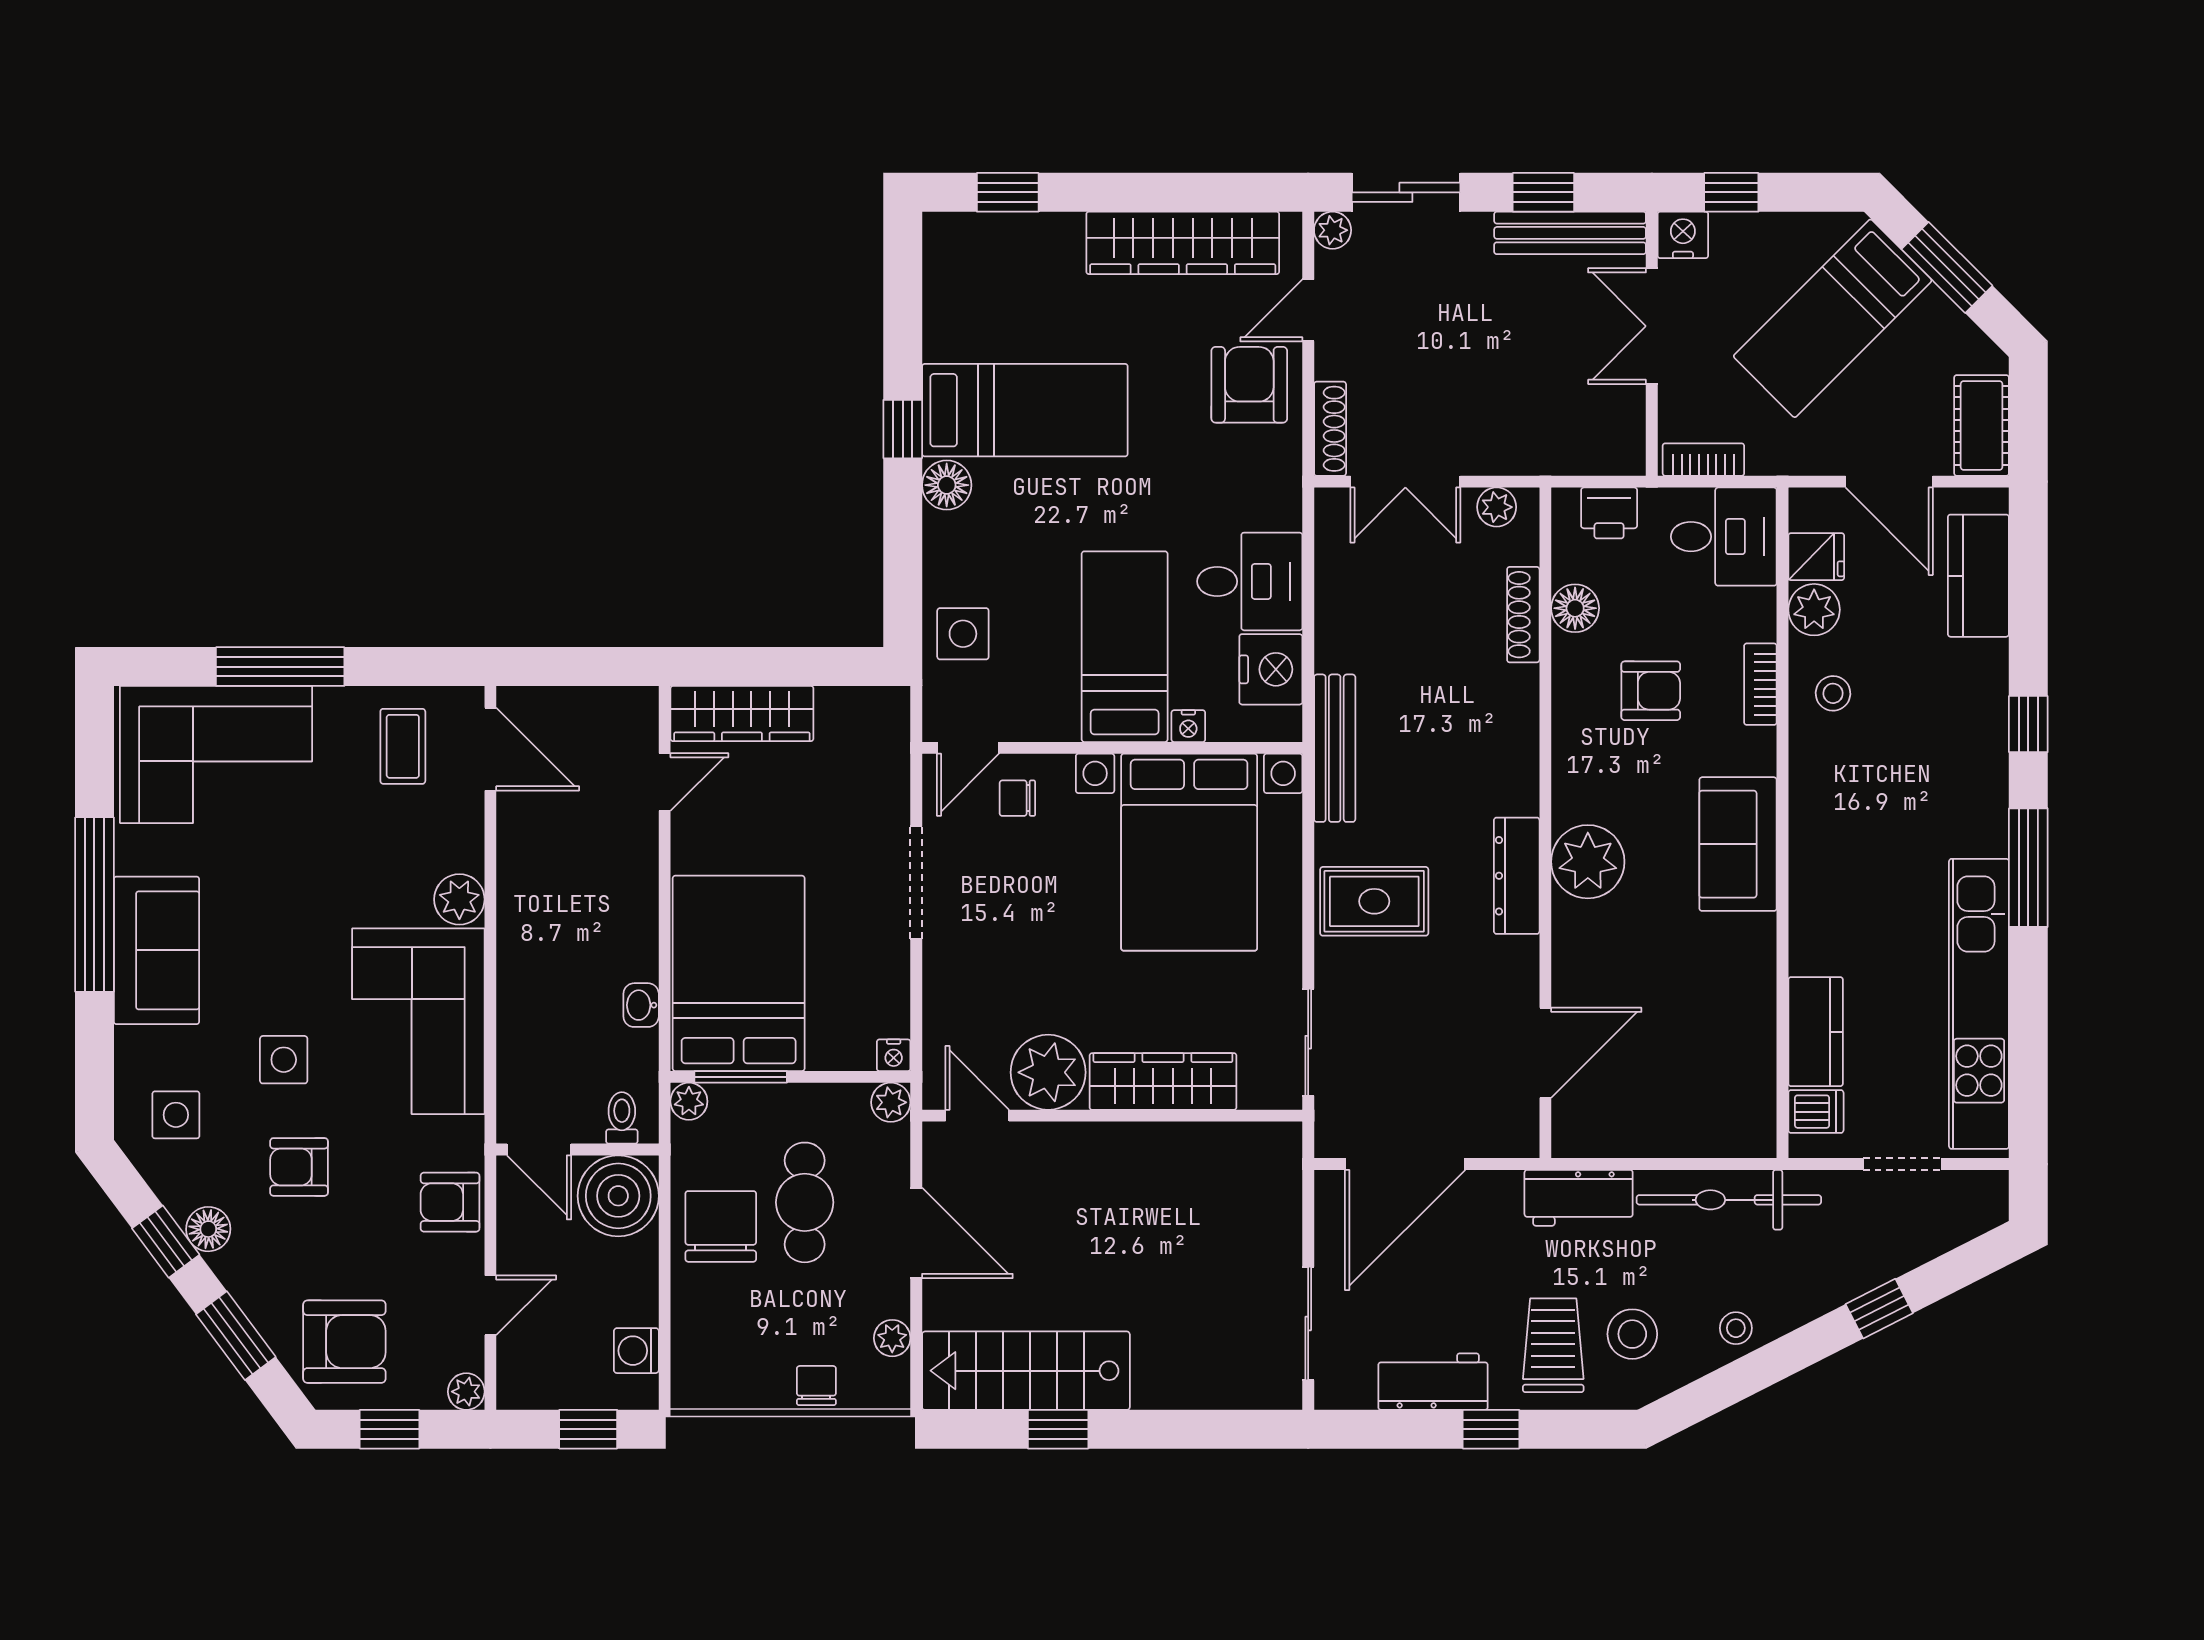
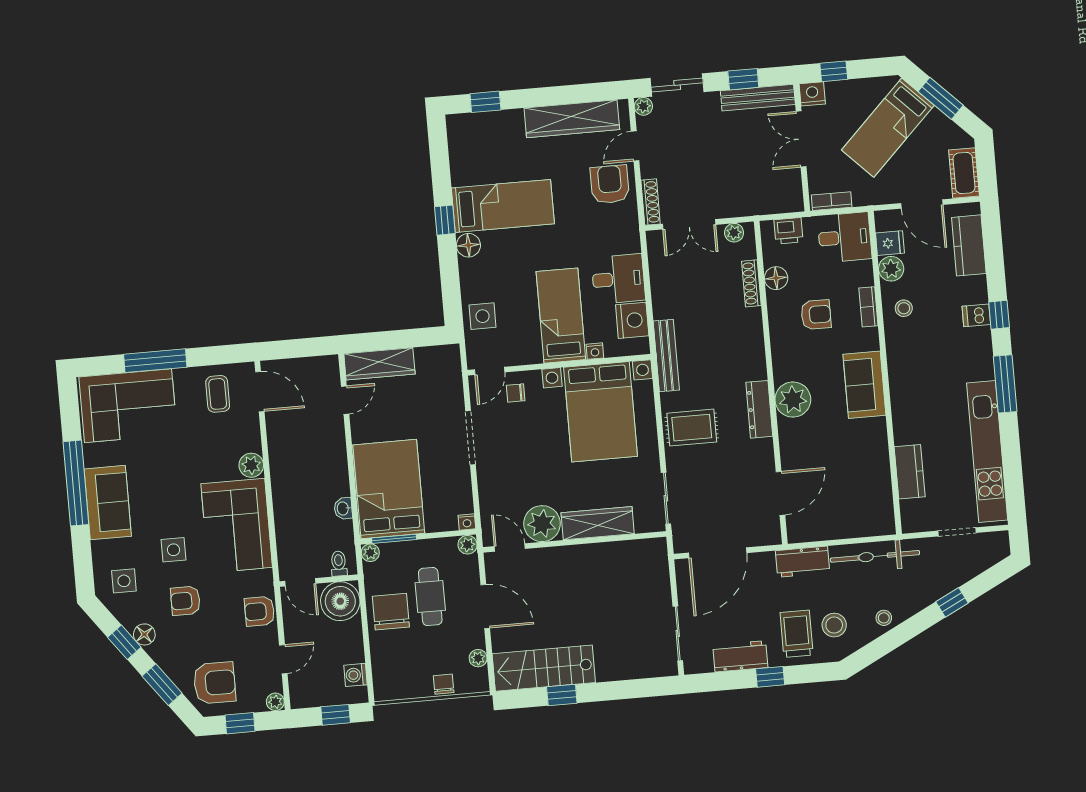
dishwasher: (1816, 1112) -> (976, 315), moved, turned 180

